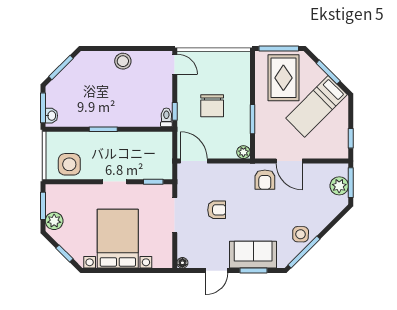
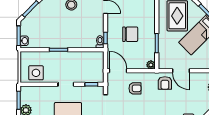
chair: (212, 106) -> (130, 34), turned -90
armchair: (217, 210) -> (135, 88), moved

